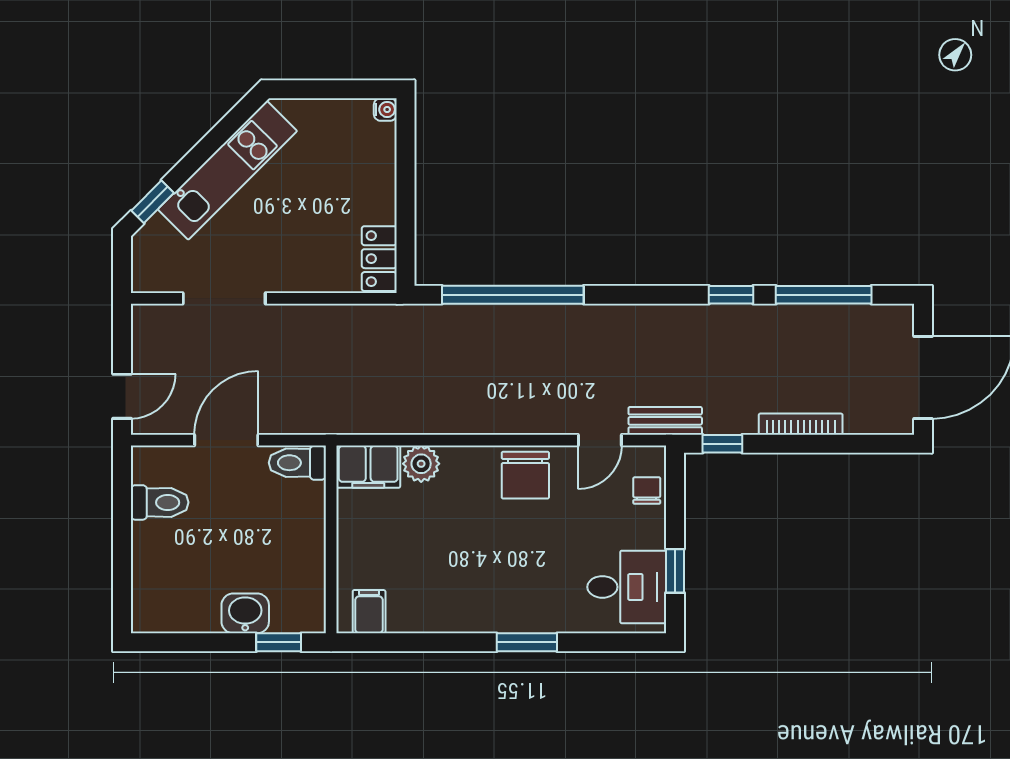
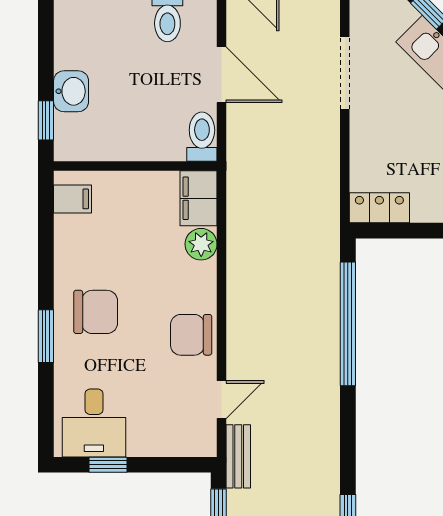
door: (600, 440) -> (222, 400), swing flipped
chair: (647, 491) -> (96, 312), moved, width x1.87, depth x1.87

